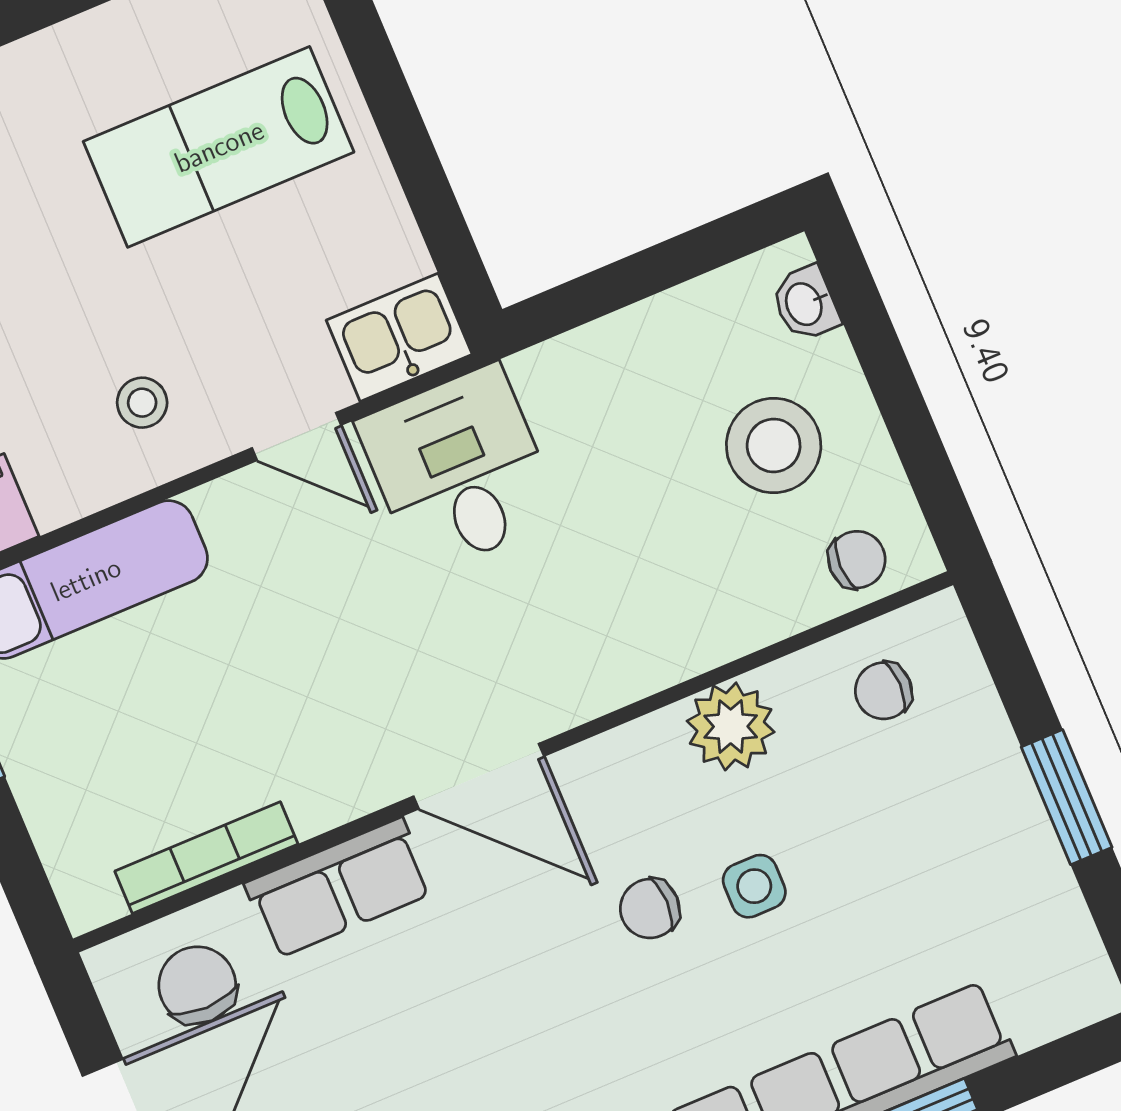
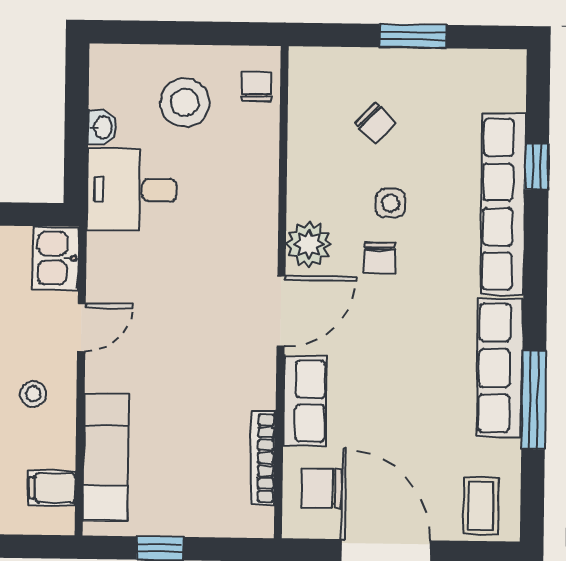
washbasin: (805, 304) -> (102, 127), moved, turned -90
desk: (459, 469) -> (132, 190), moved
chair: (884, 691) -> (376, 123), moved, turned -46
plant: (731, 726) -> (309, 244), moved

